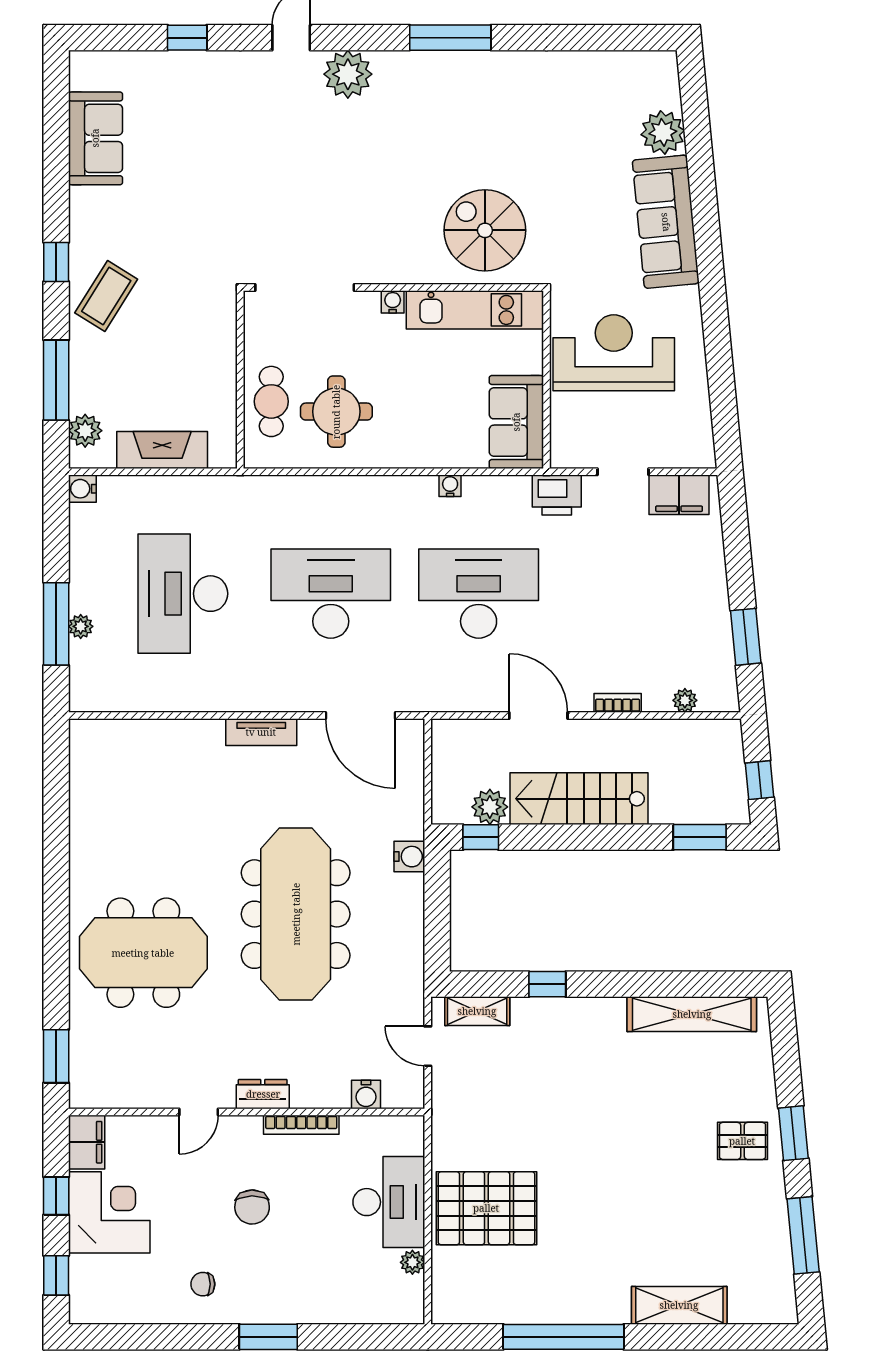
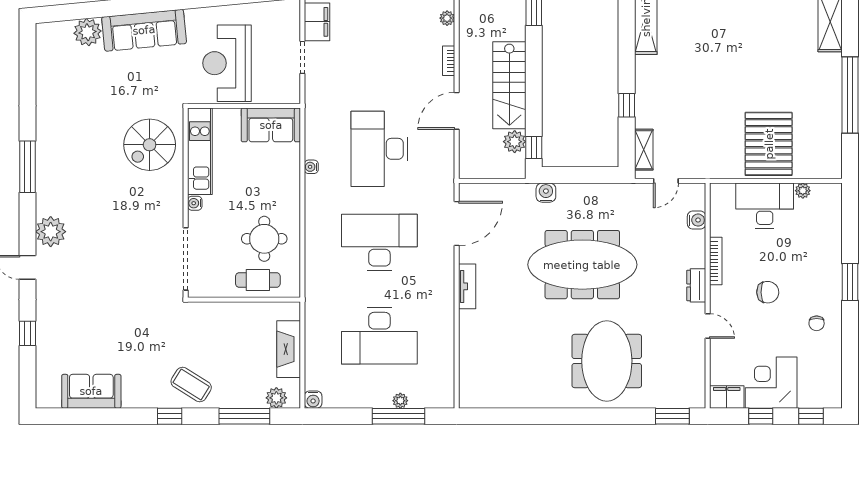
printer: (557, 495) -> (317, 99), removed
desk: (331, 594) -> (379, 242), turned 90

